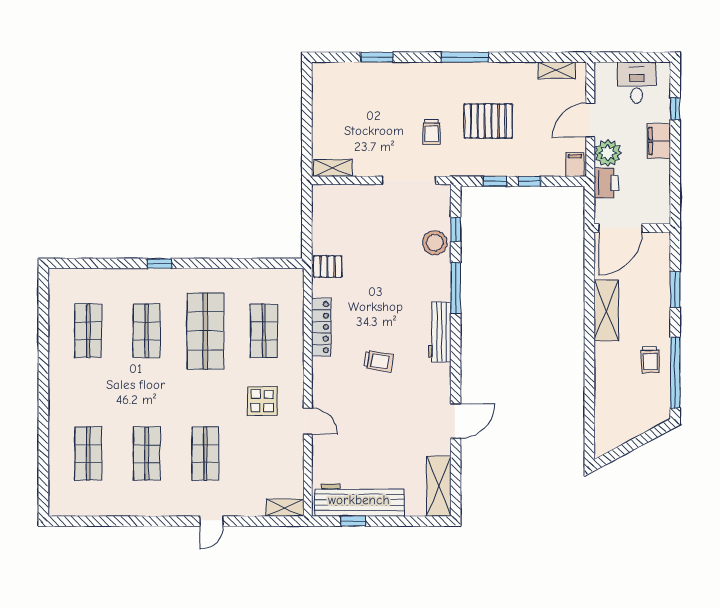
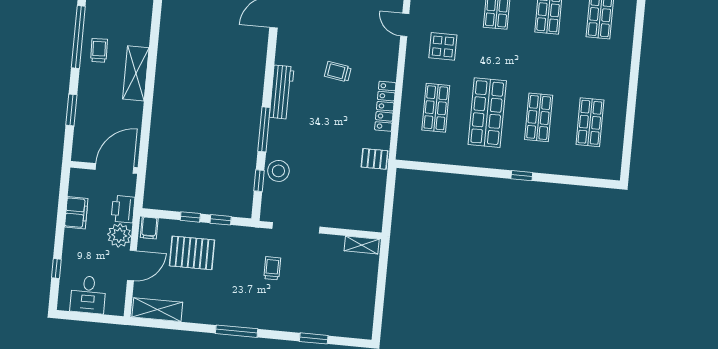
shelving: (557, 70) -> (157, 310), width x1.50, depth x1.33
pallet: (488, 121) -> (192, 253), moved
filing cabinet: (659, 141) -> (76, 213), moved
shelving: (606, 310) -> (136, 73), moved

